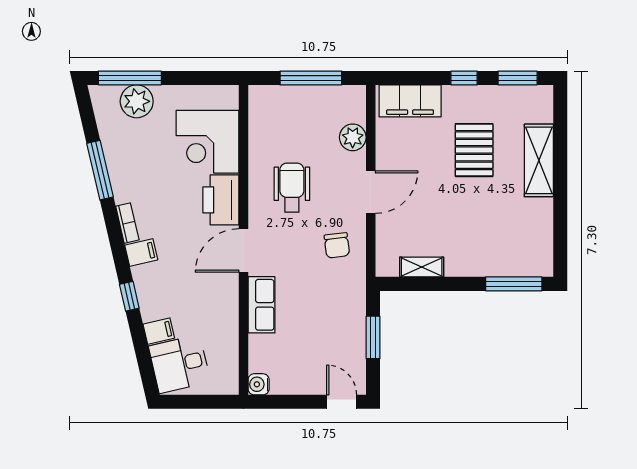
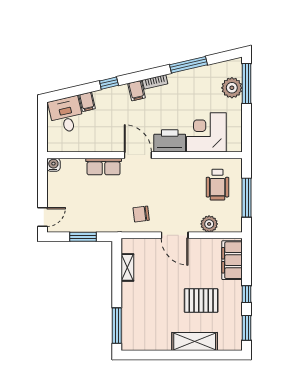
wheelchair: (292, 188) -> (217, 185), moved, turned 90

